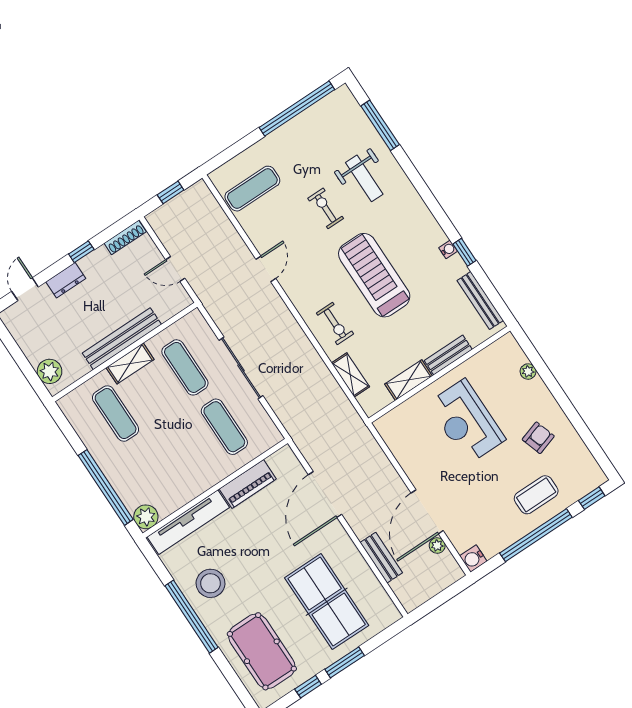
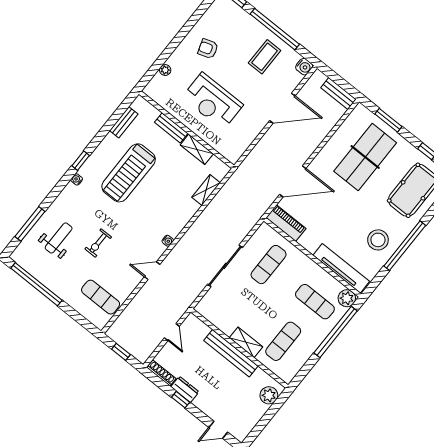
weight bench: (364, 178) -> (59, 238), moved
water cooler: (448, 249) -> (77, 179), moved
window: (464, 252) -> (81, 161), moved
treadmill: (374, 275) -> (129, 173), moved
dresser: (66, 280) -> (185, 389), moved
bench: (480, 300) -> (124, 122), width x0.73
water cooler: (299, 302) -> (168, 241), added
exercise bike: (335, 323) -> (174, 212), removed
exercise mat: (185, 367) -> (315, 302), moved, turned 90
reception desk: (466, 421) -> (212, 101), turned 90
piano: (248, 484) -> (286, 223), moved
coffee table: (536, 495) -> (265, 57), moved, turned 90
plant: (437, 546) -> (303, 94), removed
bench: (381, 558) -> (338, 94), moved, turned 90
window: (345, 662) -> (388, 120), moved

